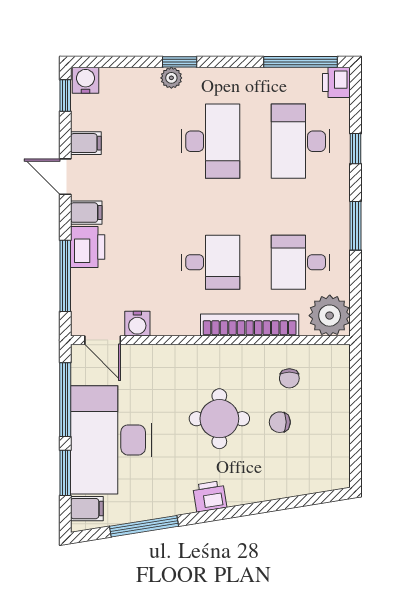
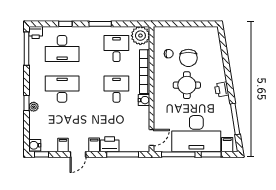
desk: (301, 262) -> (116, 49), turned 180
water cooler: (137, 324) -> (144, 100), moved
chair: (280, 422) -> (188, 58), width x1.87, depth x1.87

